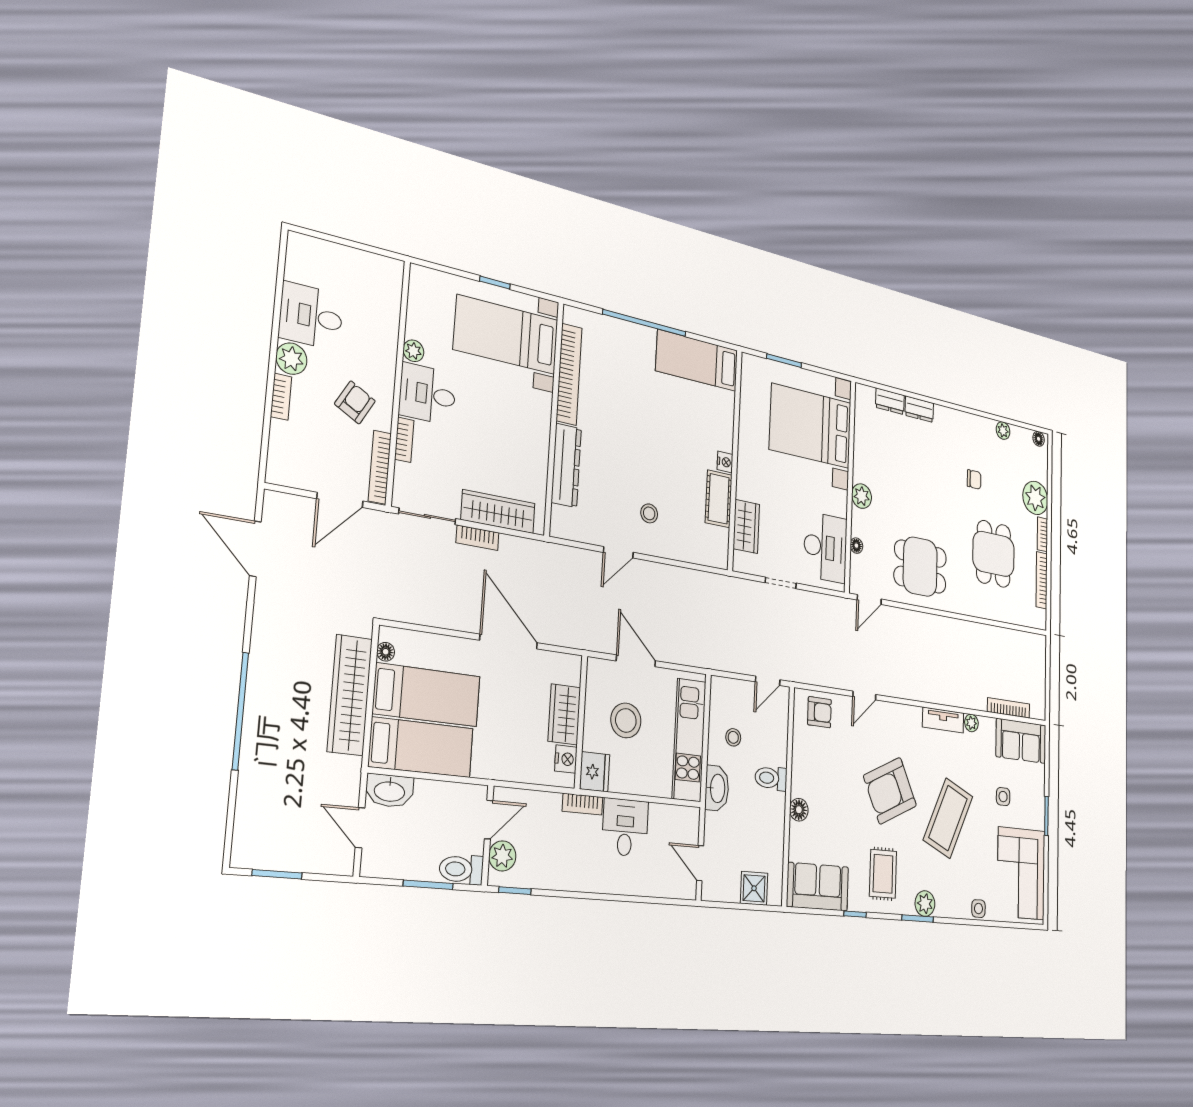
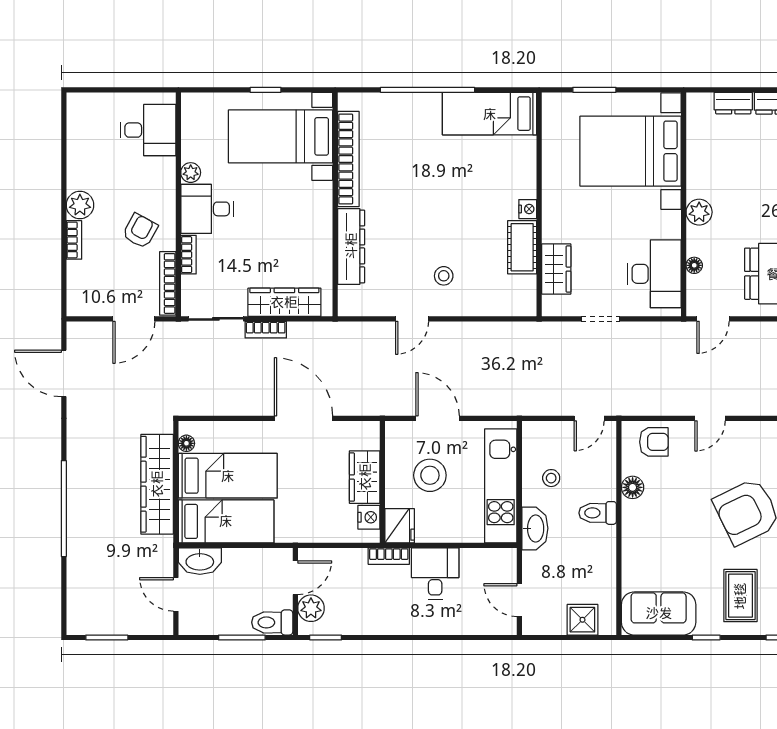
desk: (311, 316) -> (148, 130), moved, turned 180
floor lamp: (799, 810) -> (633, 487), moved

